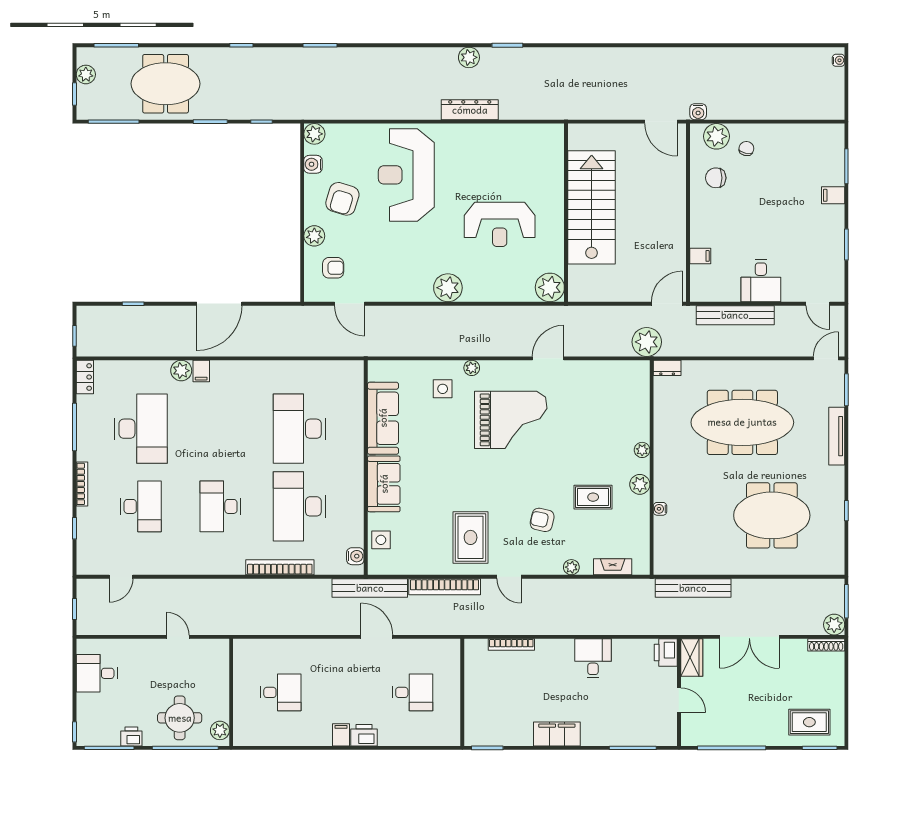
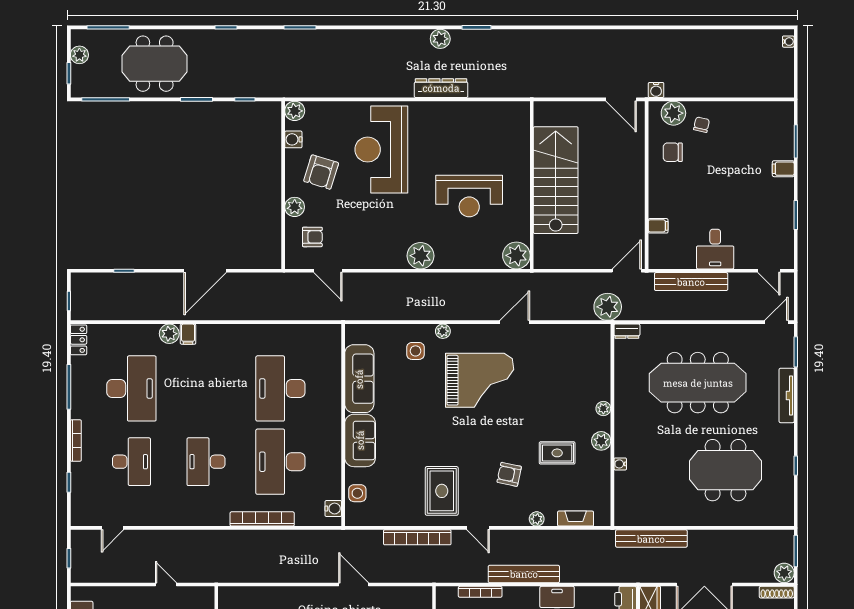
bench: (370, 588) -> (524, 574), moved

